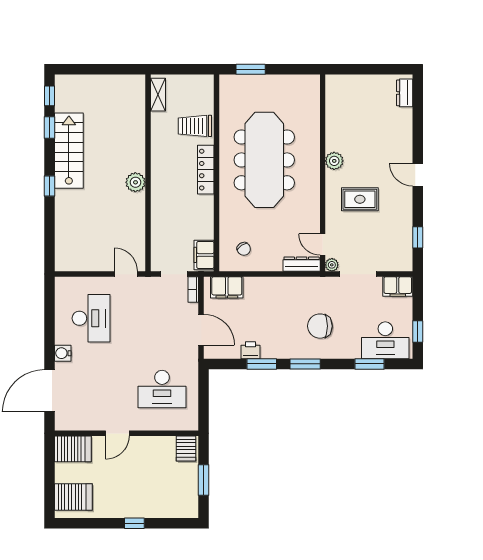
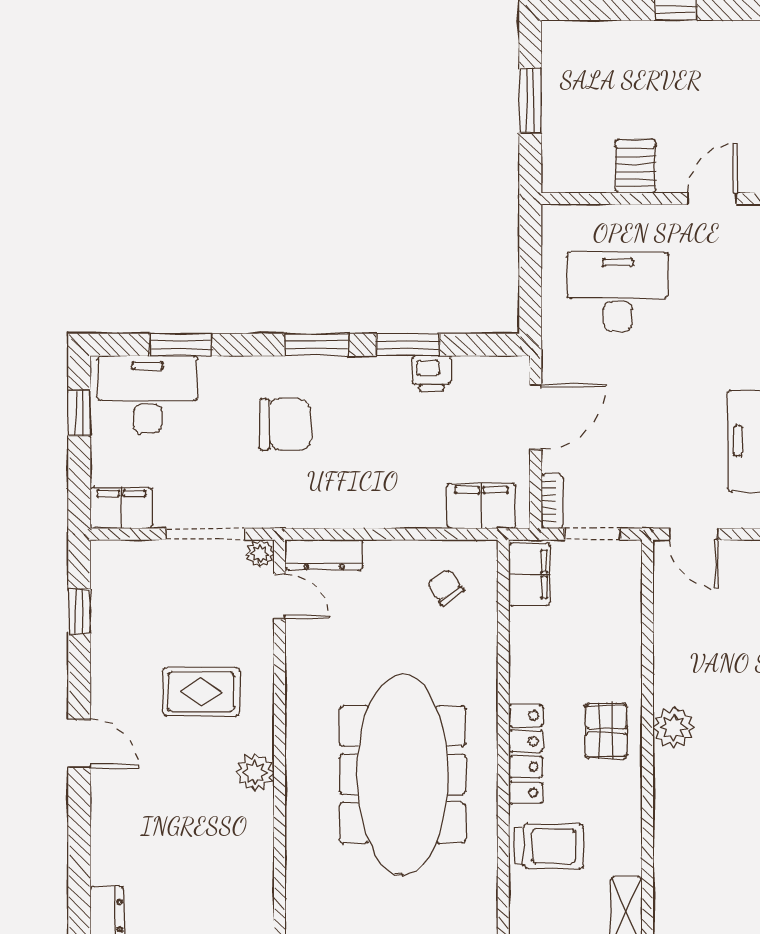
pallet: (168, 181) -> (606, 731), added
door: (201, 330) -> (536, 417), swing flipped
server rack: (186, 449) -> (635, 166), moved

